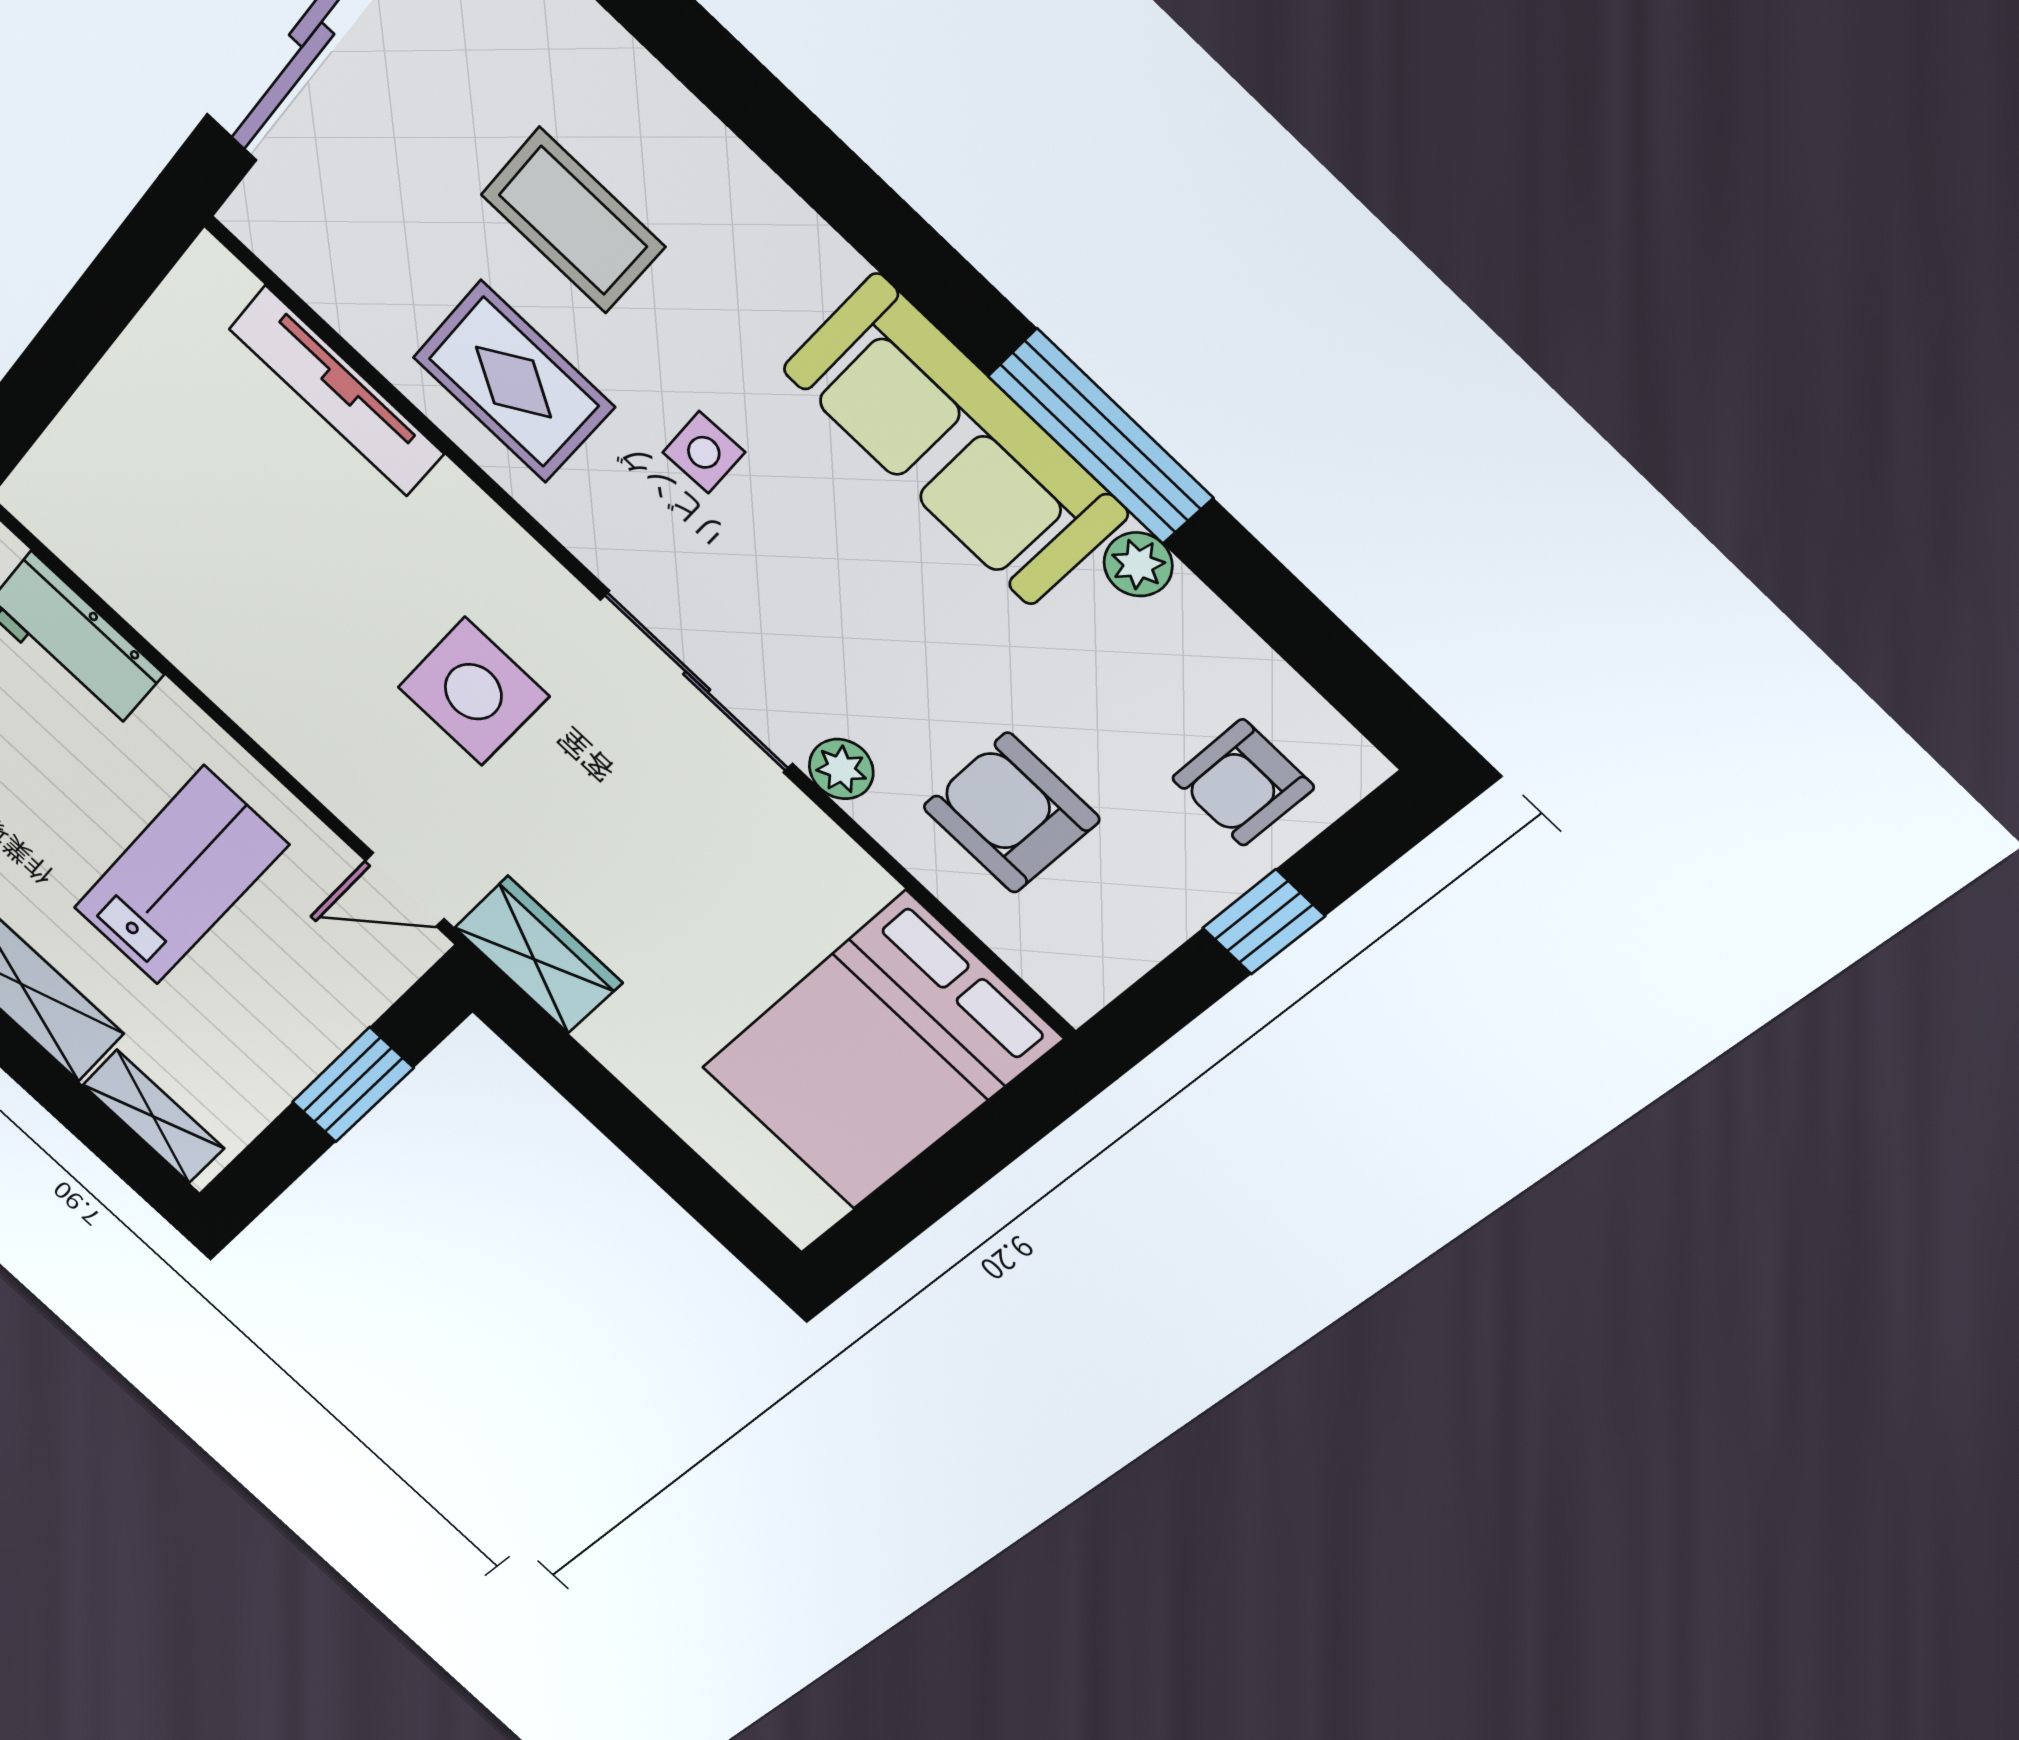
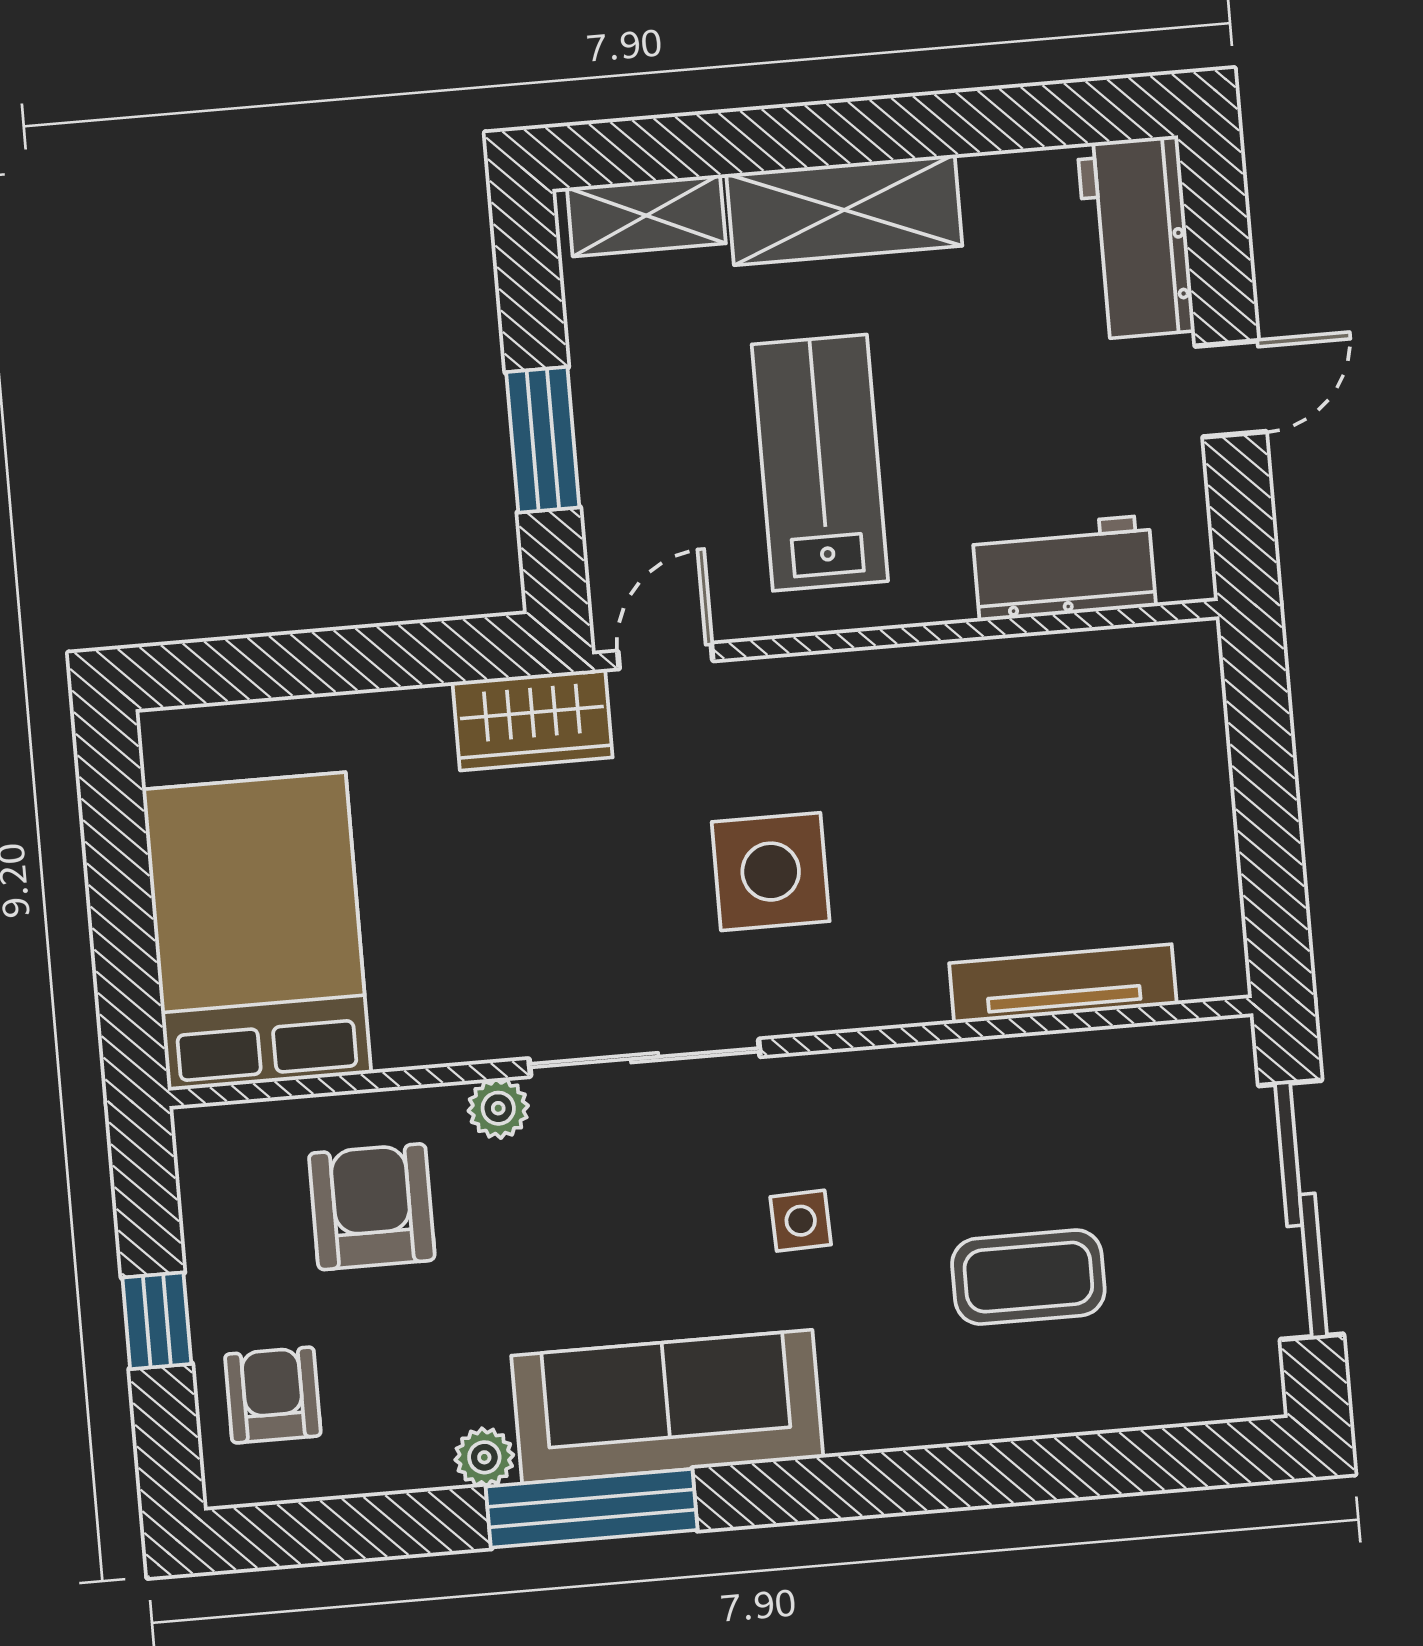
rug: (514, 382) -> (960, 1127), removed
armchair: (1011, 813) -> (372, 1207), turned -90
lab bench: (180, 877) -> (820, 463), turned 180

